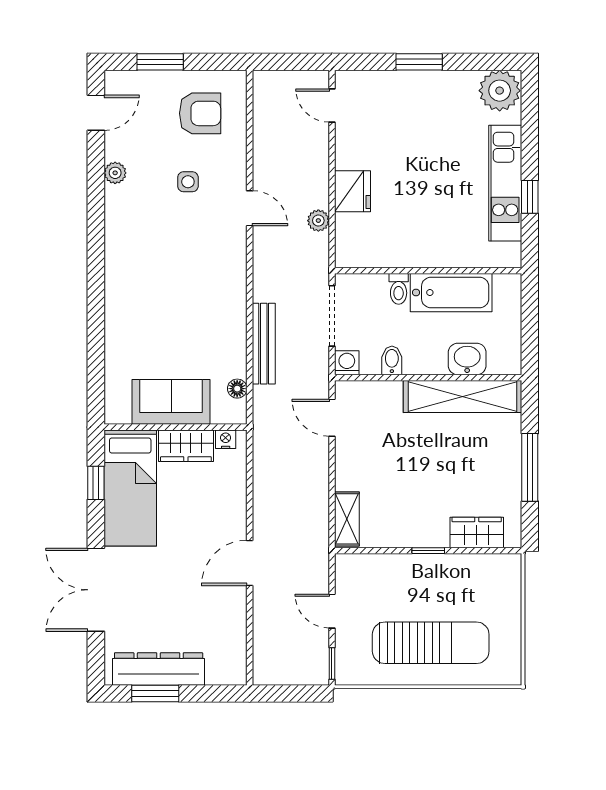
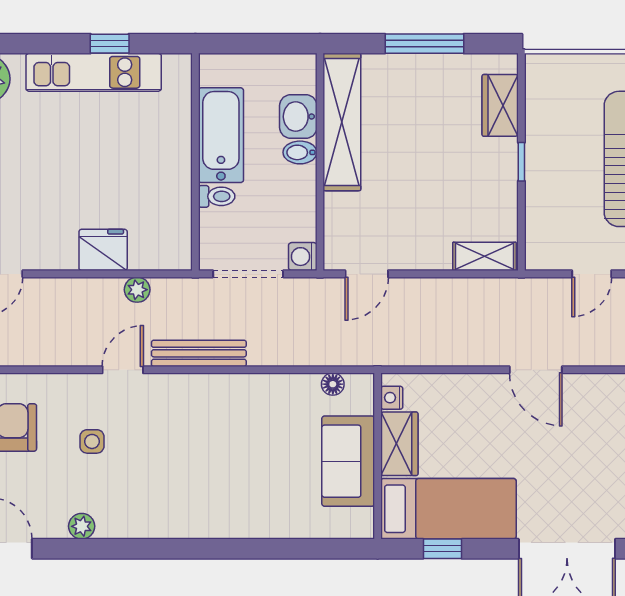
bench: (264, 344) -> (199, 353), moved
bidet: (392, 360) -> (300, 152), moved

